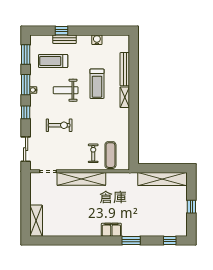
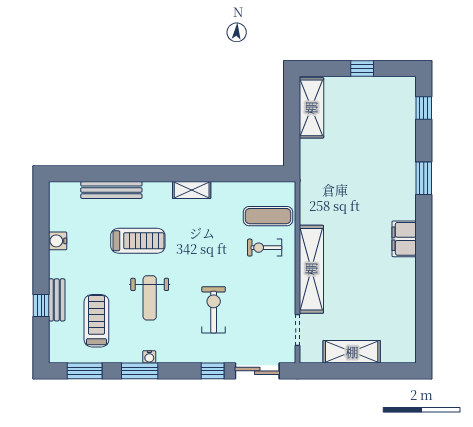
treadmill: (53, 61) -> (96, 321), turned 180
shelving: (125, 97) -> (192, 190), moved
window: (26, 112) -> (213, 371), moved
shelving: (162, 179) -> (311, 108), width x0.68
shelving: (36, 221) -> (352, 352), moved
filing cabinet: (111, 230) -> (404, 239), moved

